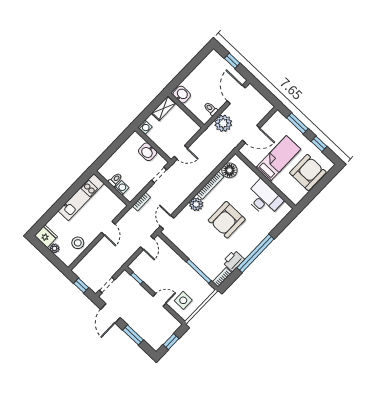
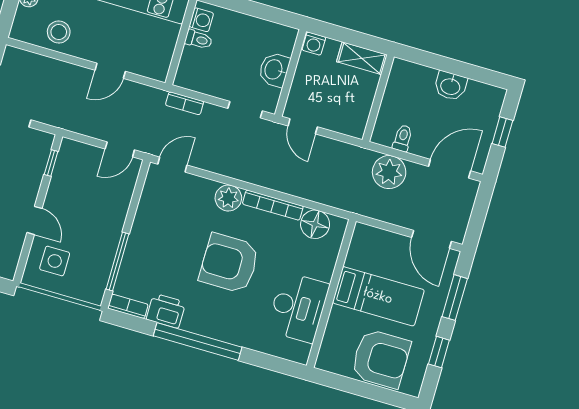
washbasin: (182, 95) -> (450, 86), moved, turned 90
door: (251, 134) -> (431, 239), moved
washing machine: (122, 188) -> (201, 20), moved

